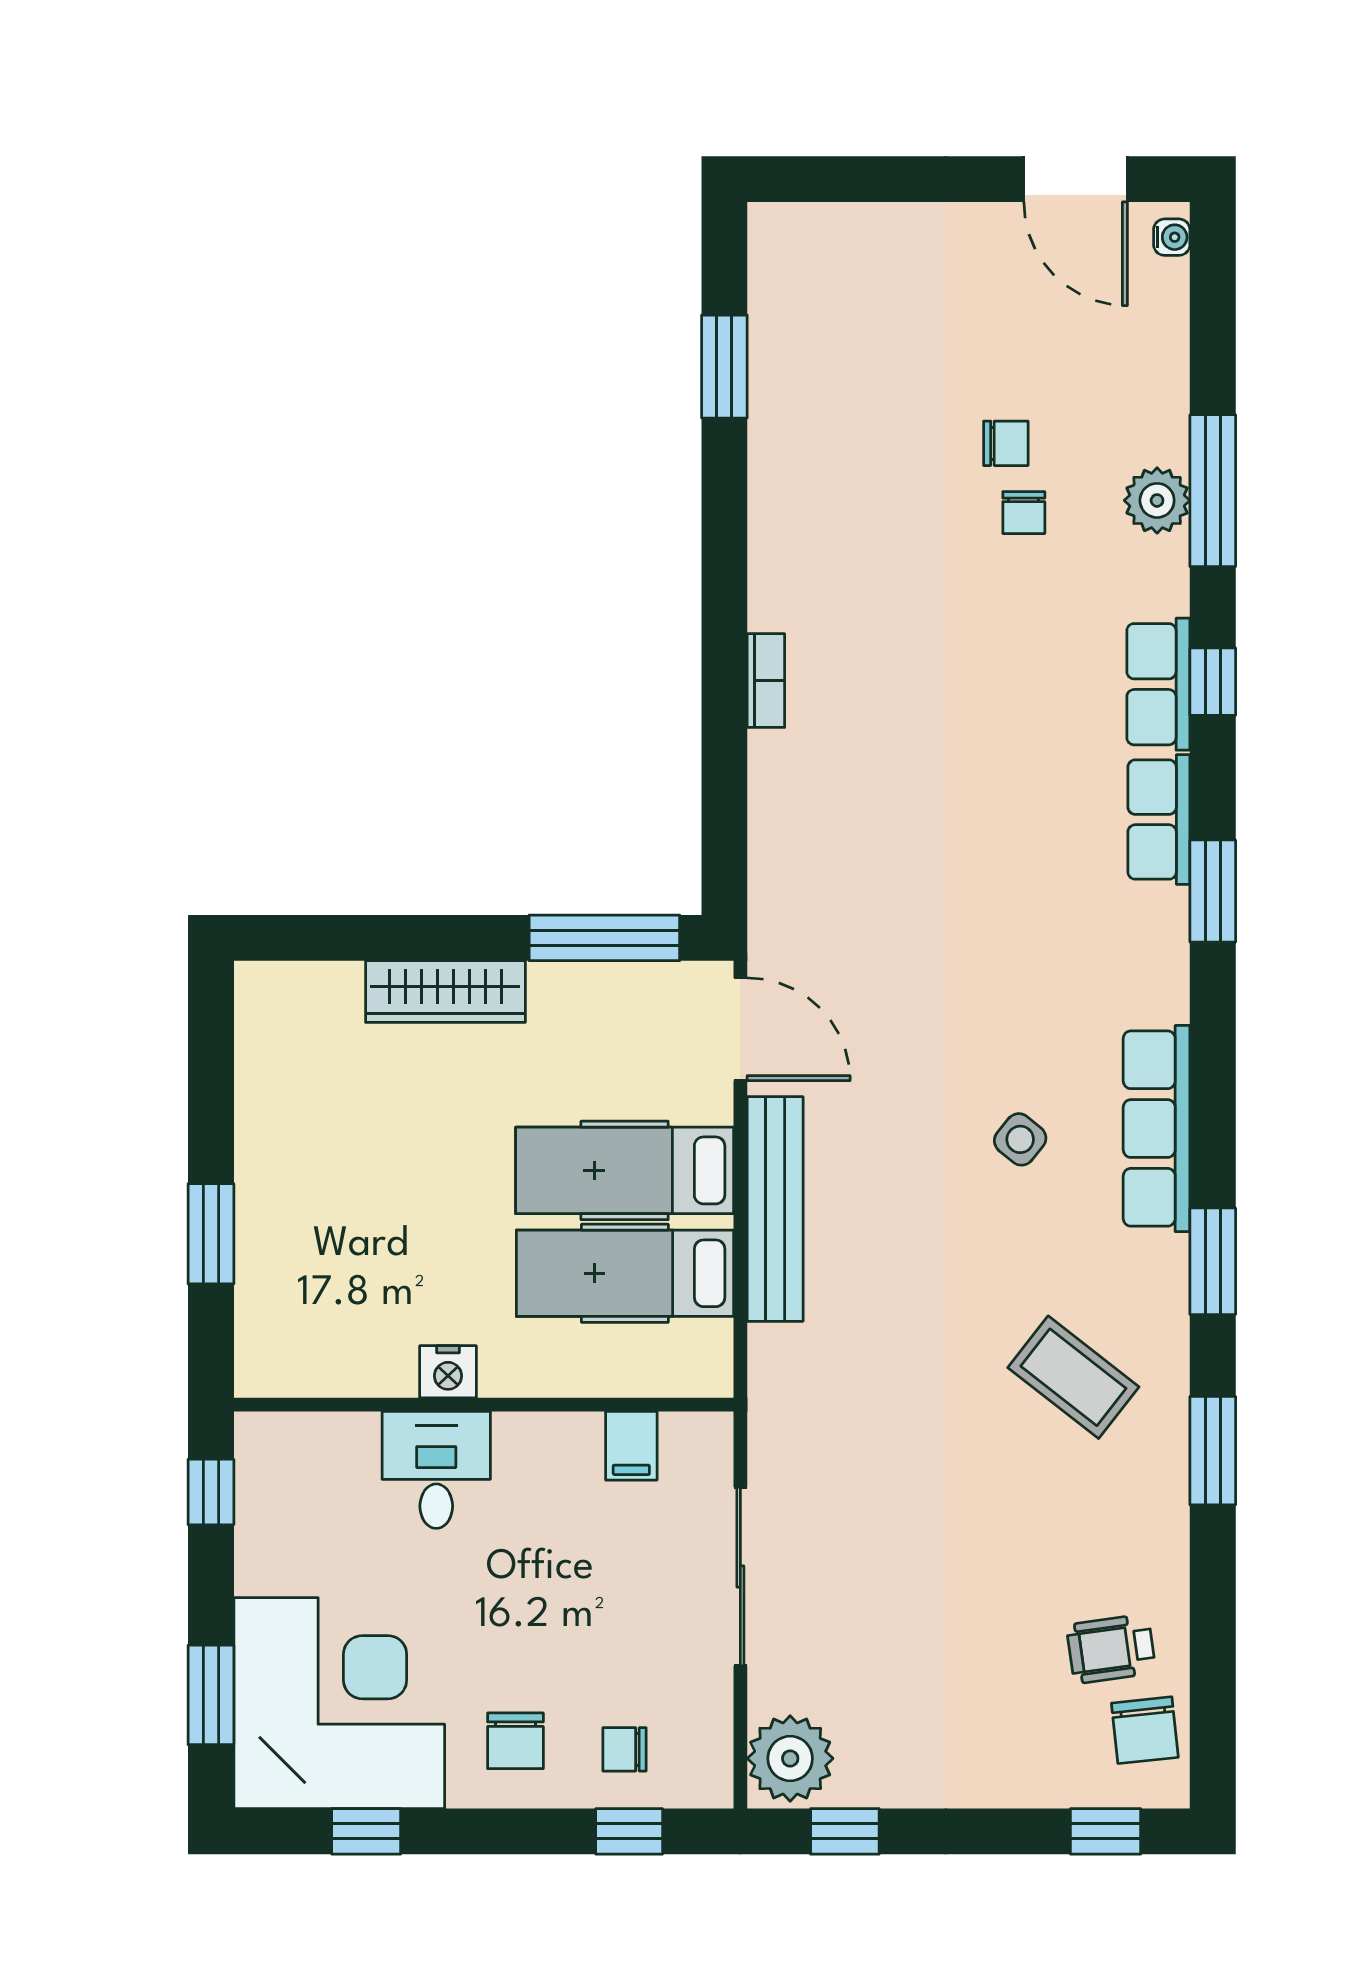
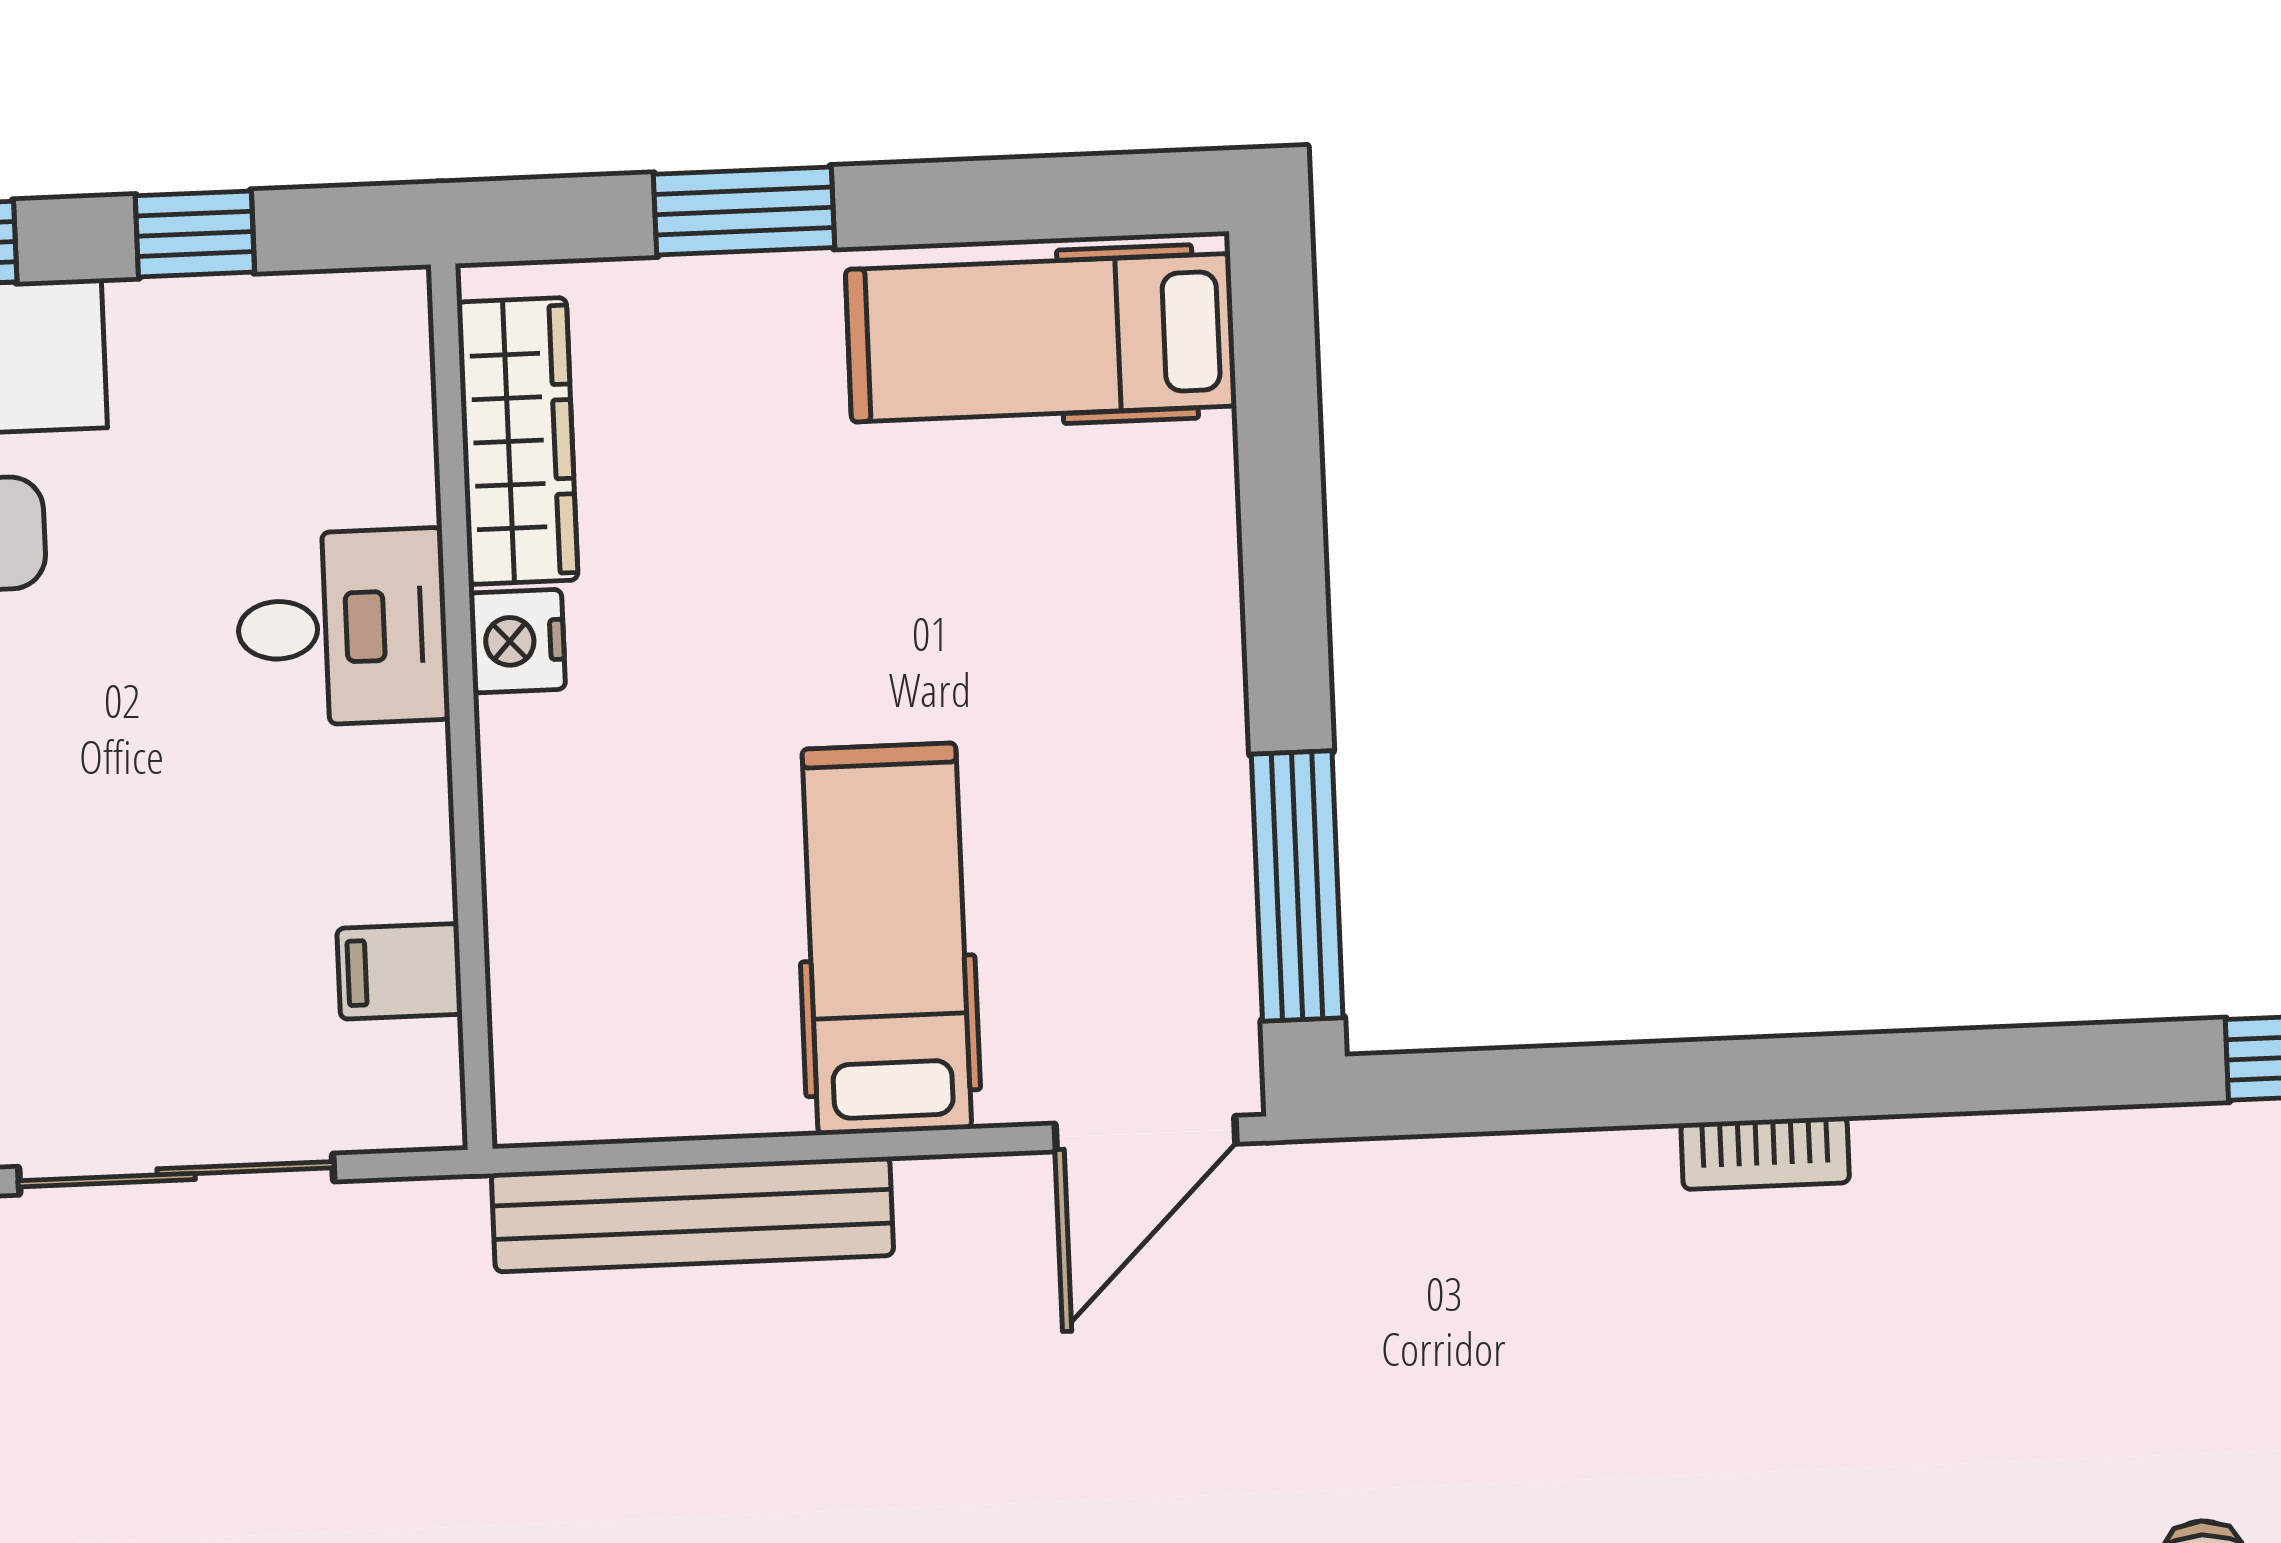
wardrobe: (445, 992) -> (517, 441), moved, turned 180
bench: (775, 1209) -> (692, 1214), moved
hospital bed: (625, 1273) -> (1041, 338), moved, turned -90
window: (211, 1492) -> (195, 234), moved

